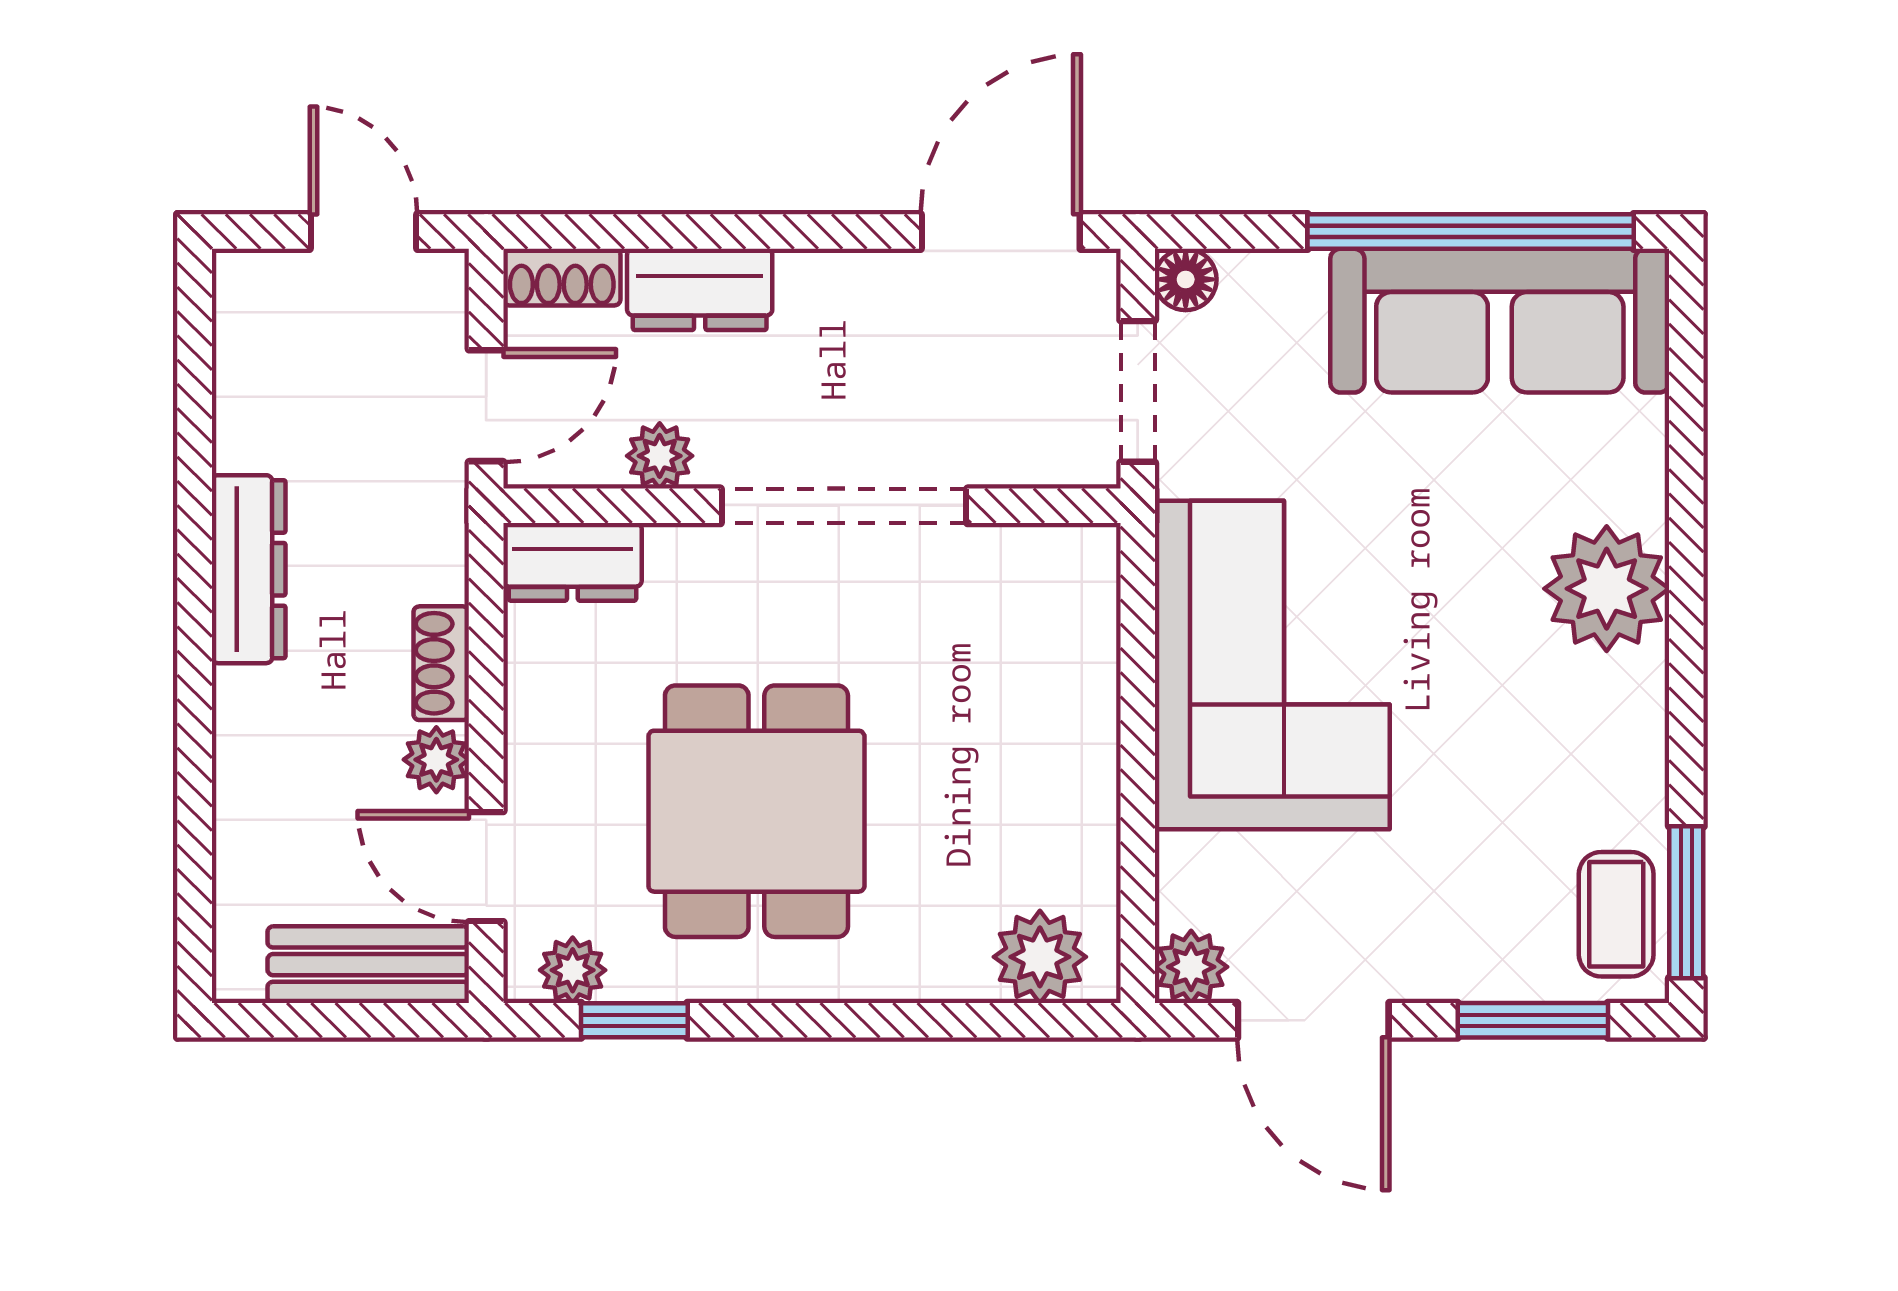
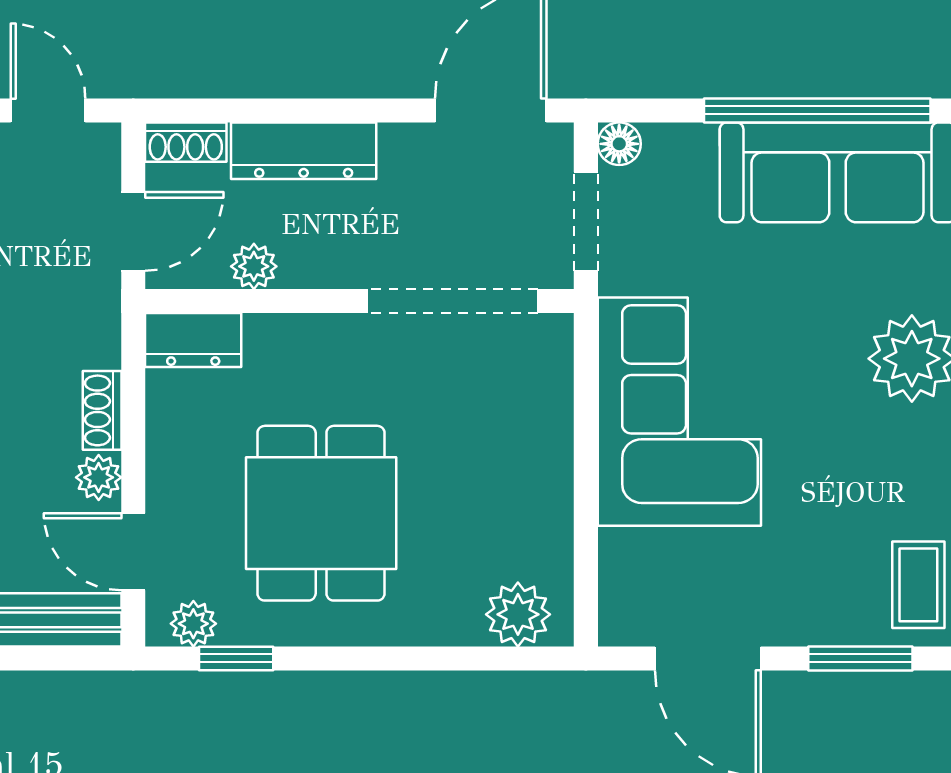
dresser: (700, 289) -> (304, 151), width x1.44
doorway: (844, 506) -> (452, 301), moved
plant: (1191, 967) -> (623, 621), removed

